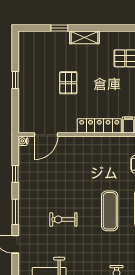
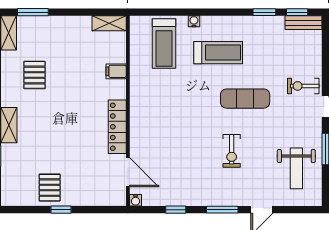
pallet: (68, 83) -> (50, 188), moved, turned 90
locker: (99, 126) -> (117, 127), moved
exercise mat: (110, 211) -> (245, 99), moved

